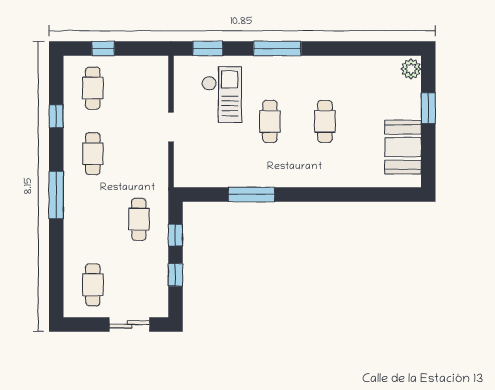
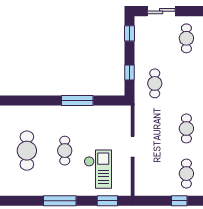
checkout: (222, 95) -> (98, 169), turned 180
cafe table: (325, 121) -> (27, 151), width x1.37, depth x1.35
window: (175, 275) -> (130, 33), moved

